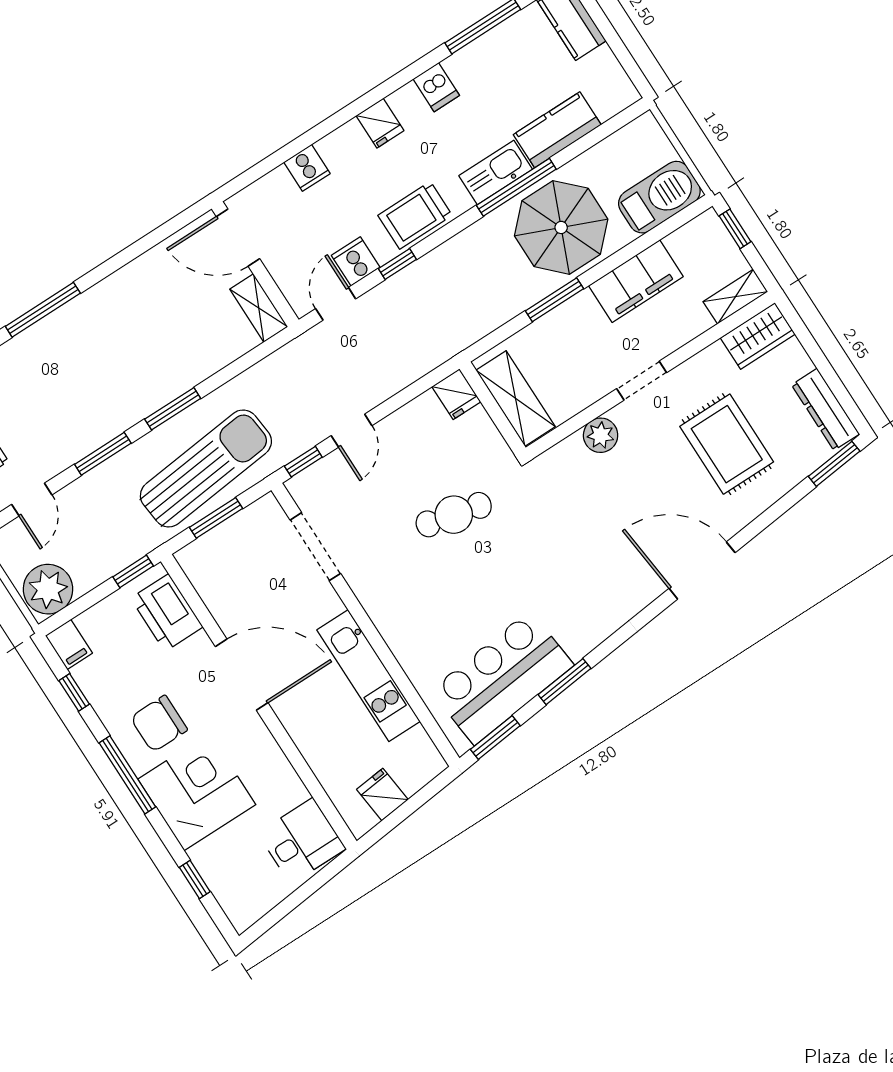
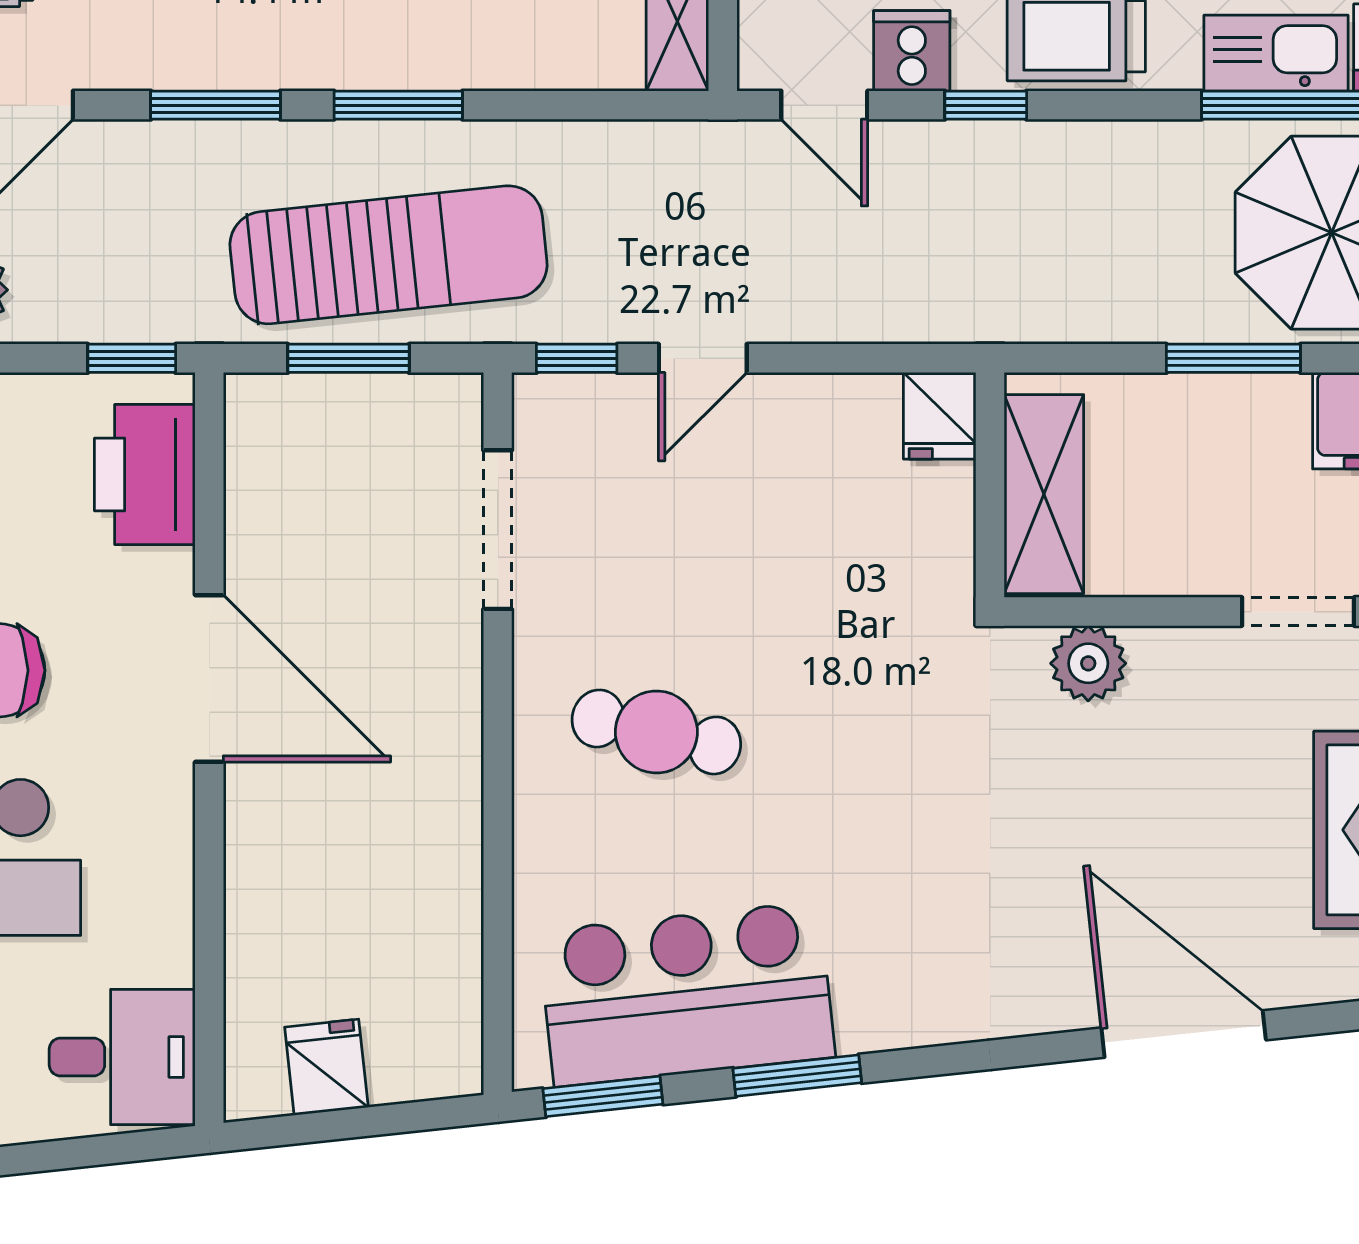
door: (336, 304) -> (824, 105), swing flipped
plant: (601, 435) -> (1088, 663), moved
cafe table: (454, 515) -> (656, 732), moved
kitchen unit: (368, 676) -> (442, 831), removed

